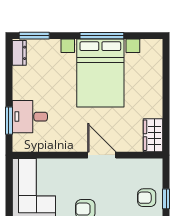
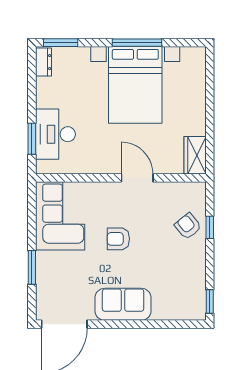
desk: (30, 117) -> (55, 134), width x1.37
armchair: (147, 198) -> (188, 226), turned 51

